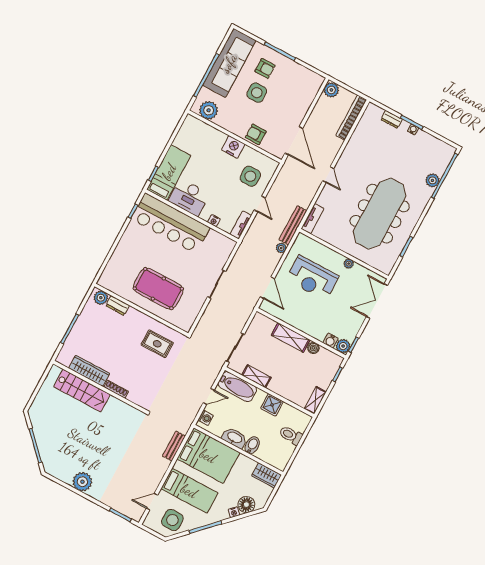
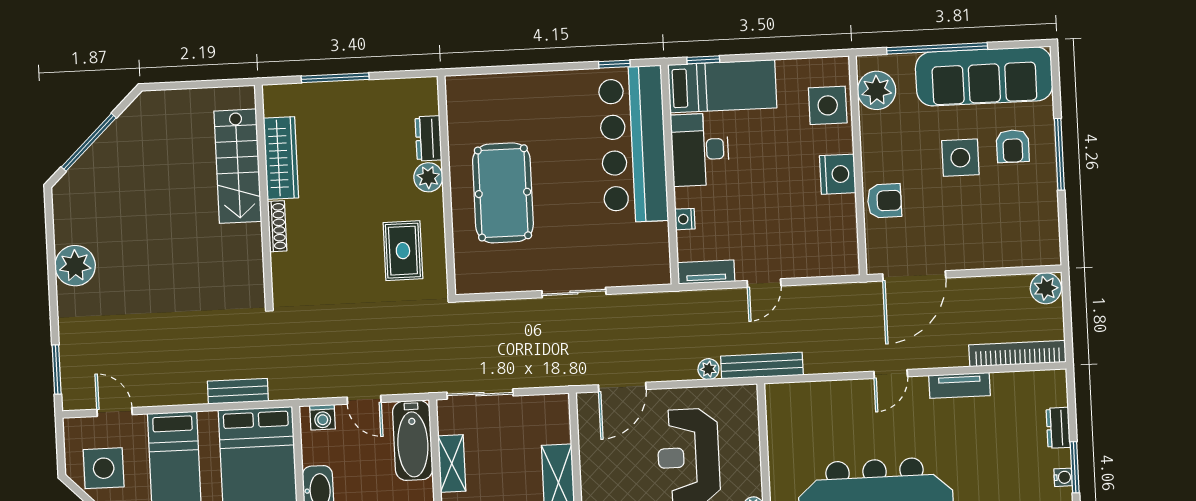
armchair: (256, 134) -> (884, 201), turned 90
side table: (250, 176) -> (828, 105), moved
tv unit: (312, 219) -> (959, 385), moved
plant: (101, 298) -> (428, 177), moved

